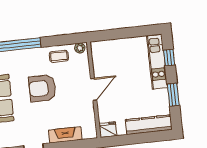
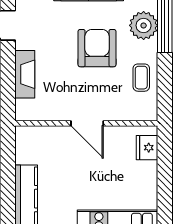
plant: (80, 48) -> (144, 25), moved, width x1.87, depth x1.87
fridge: (108, 130) -> (147, 148), moved, turned 180

